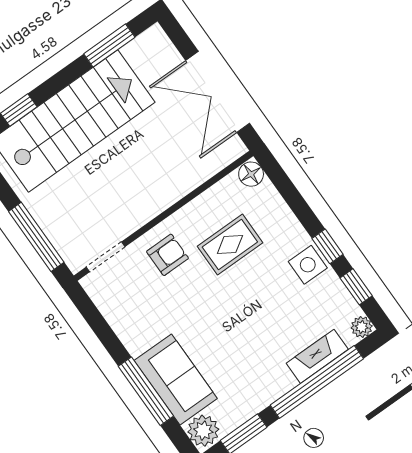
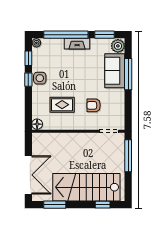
double door: (218, 92) -> (28, 175), moved
armchair: (168, 255) -> (94, 105), moved
fireplace: (317, 356) -> (77, 44), moved

